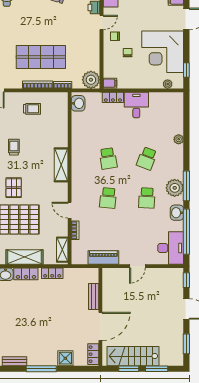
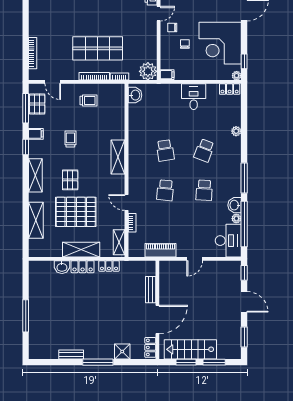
plant: (168, 84) -> (237, 76), moved
locker: (113, 97) -> (230, 89), moved
plant: (175, 188) -> (236, 219), moved, width x0.53, depth x0.53

